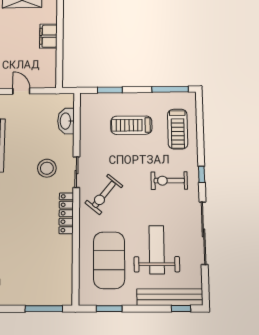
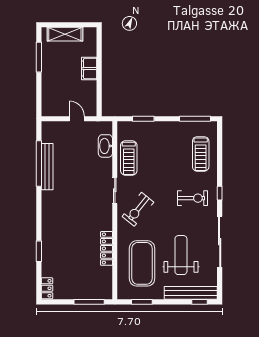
door: (21, 91) -> (77, 119), moved
treadmill: (131, 125) -> (129, 158), moved, turned -90
stool: (47, 168) -> (90, 187), removed
exercise bike: (169, 181) -> (193, 198), turned 180
locker: (66, 213) -> (107, 248), moved

